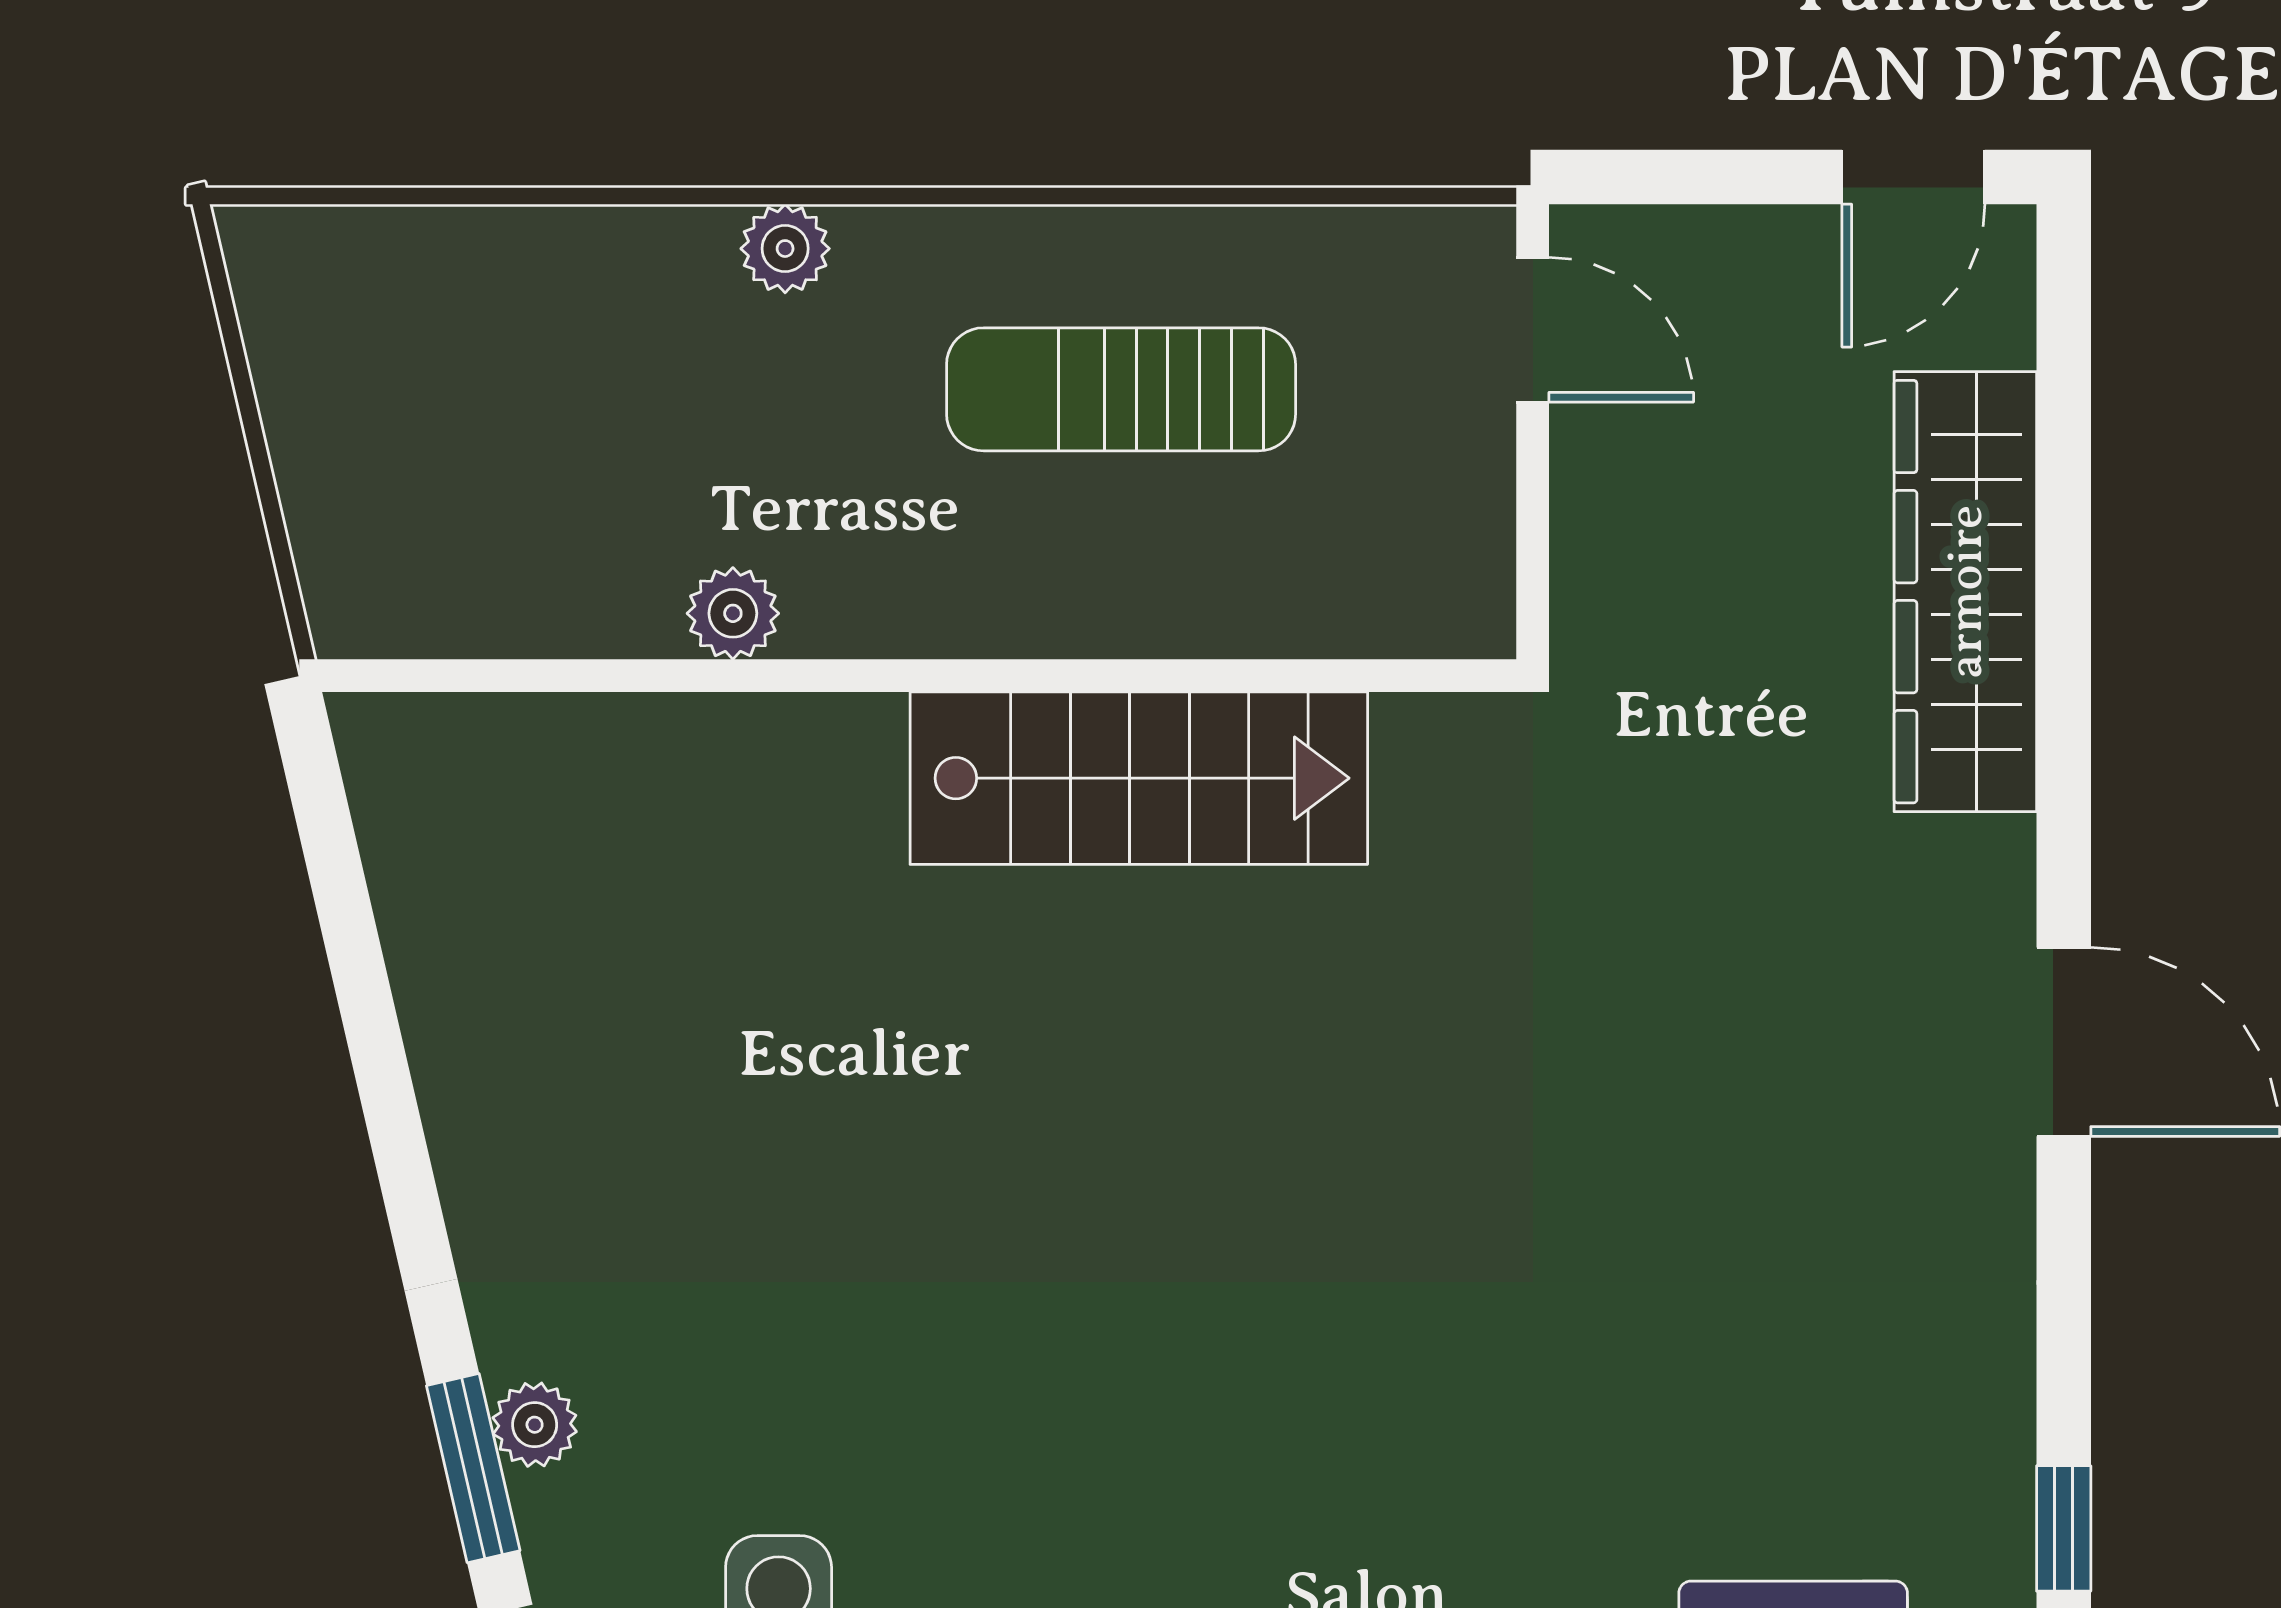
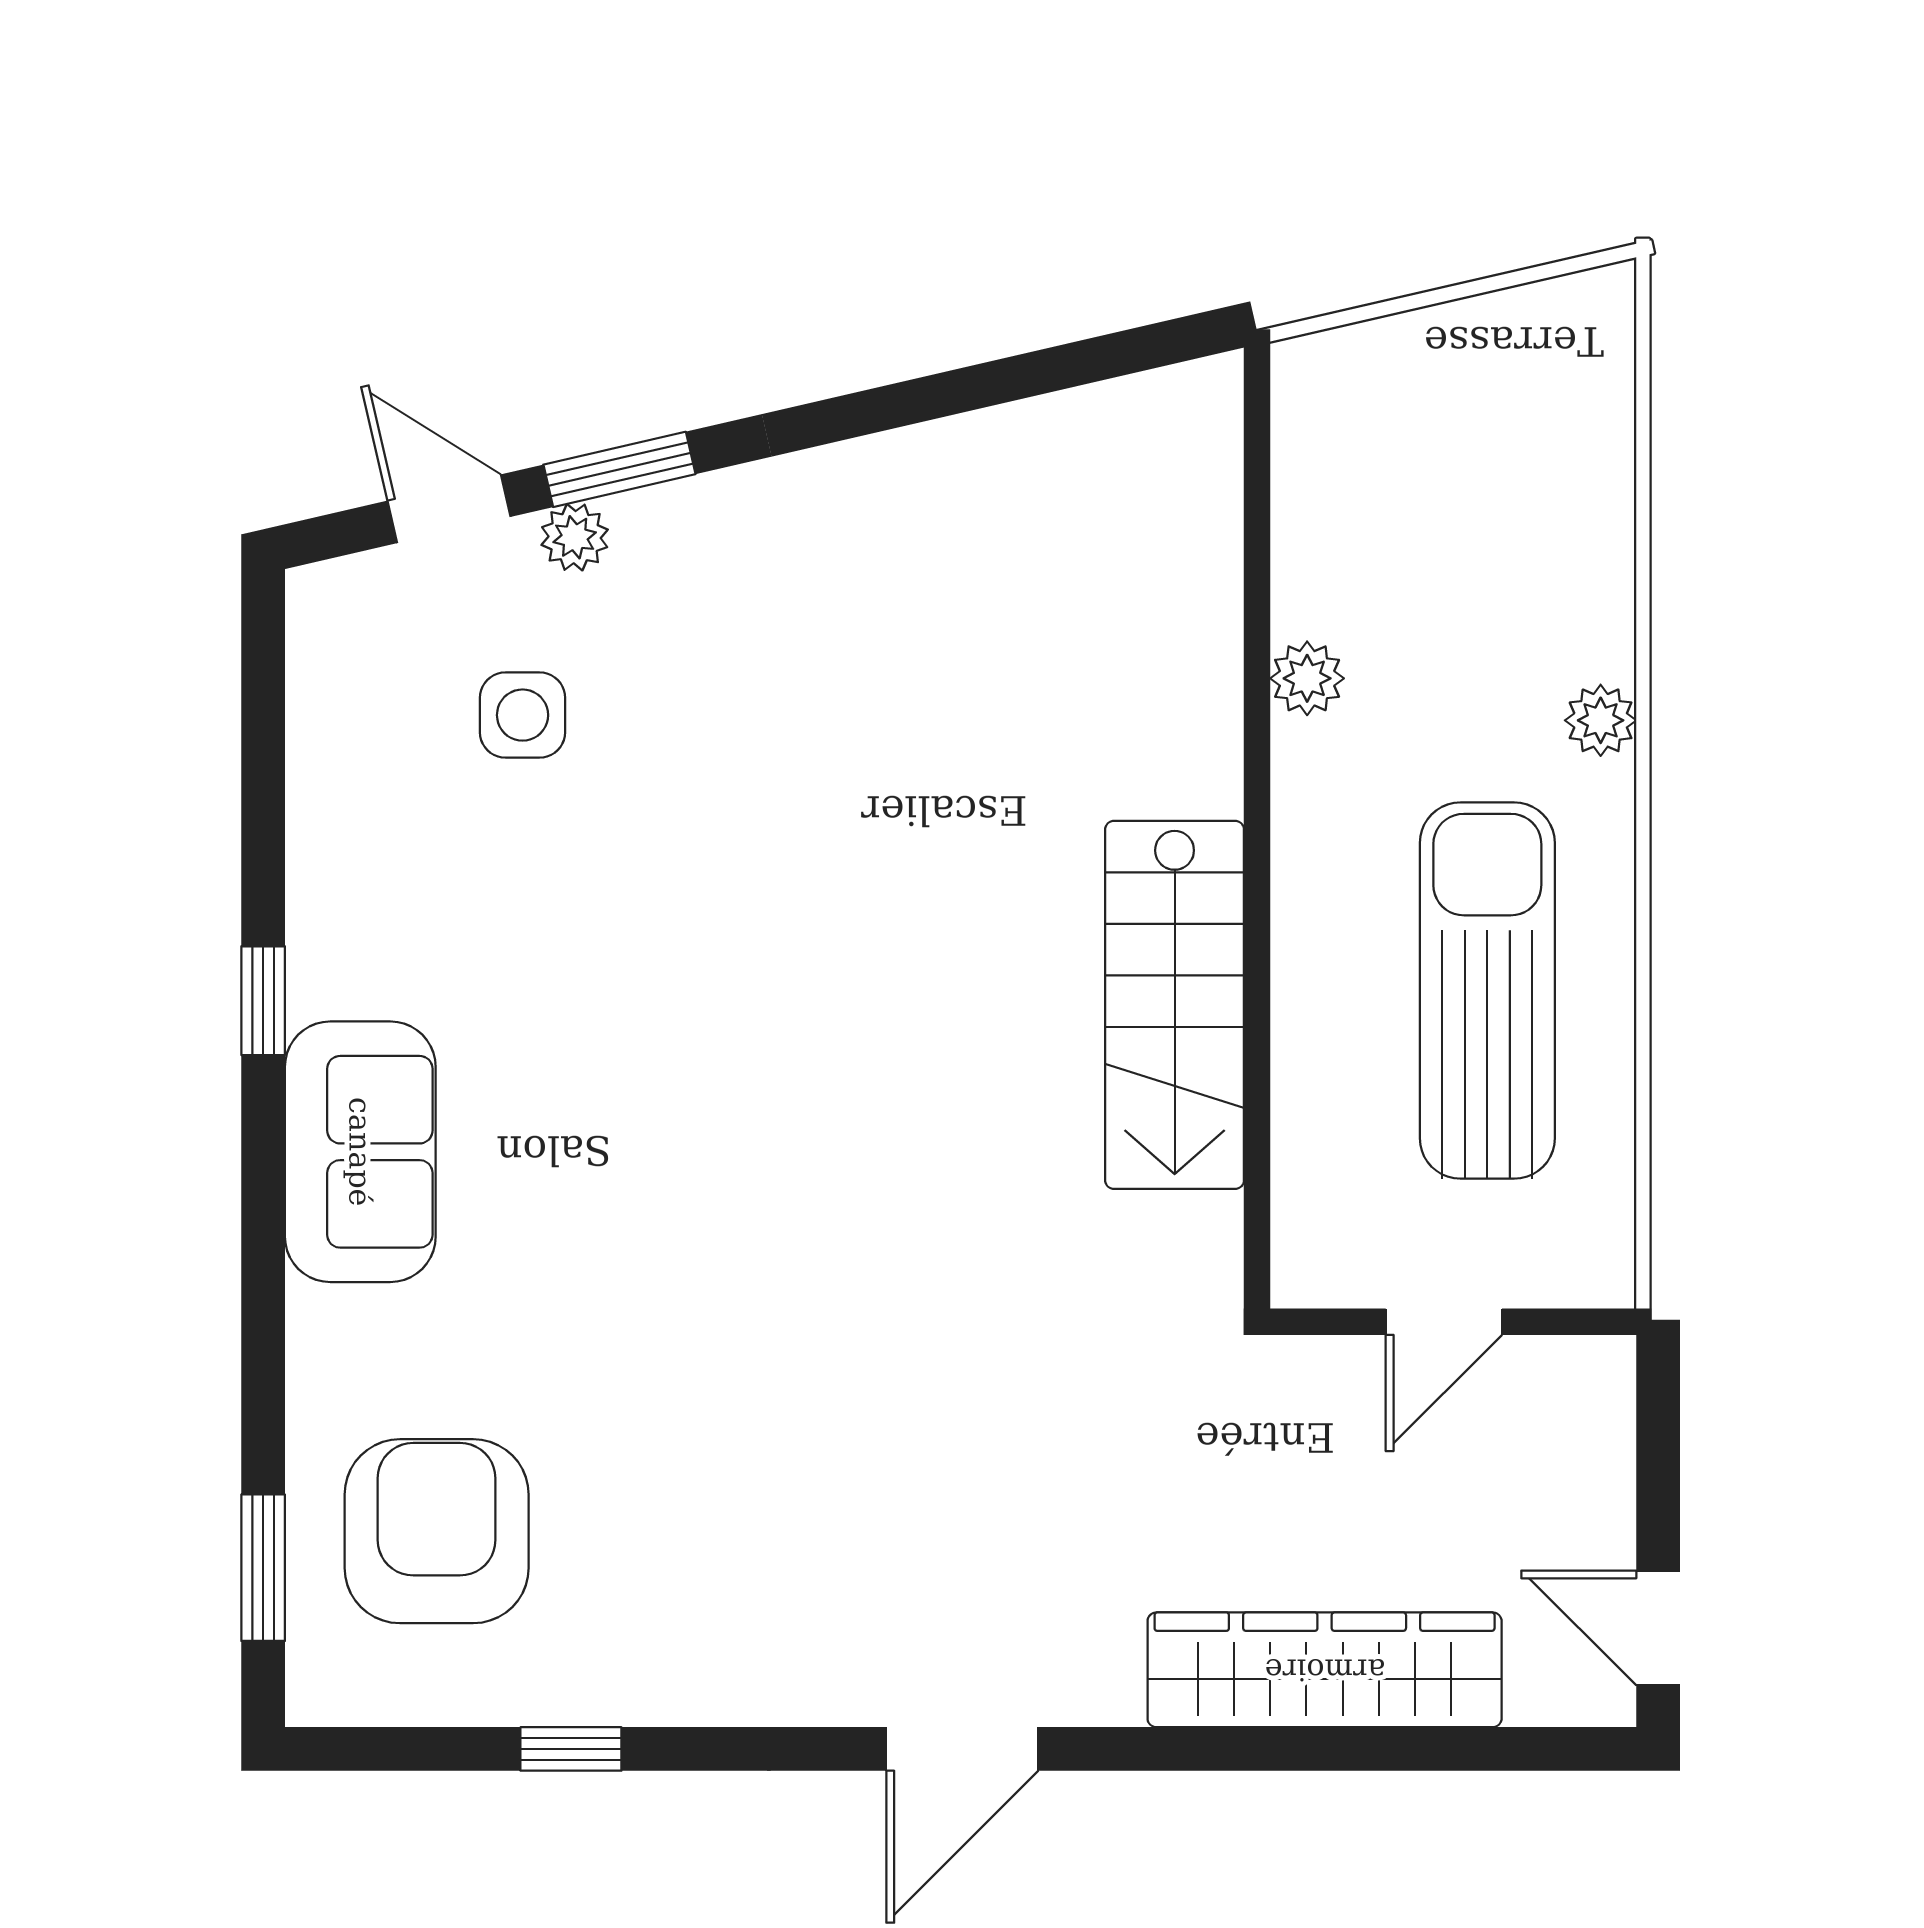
door: (1533, 330) -> (1444, 1322), moved
sun lounger: (1121, 389) -> (1487, 991), width x1.36, depth x1.34
plant: (535, 1425) -> (575, 537), moved

